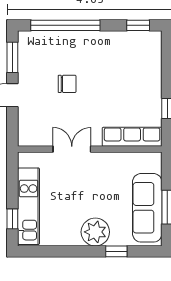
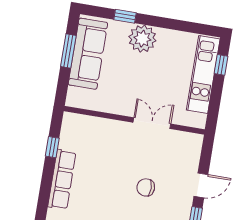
row of seats: (132, 137) -> (62, 179), moved, turned -90
double door: (72, 149) -> (152, 123), swing flipped

